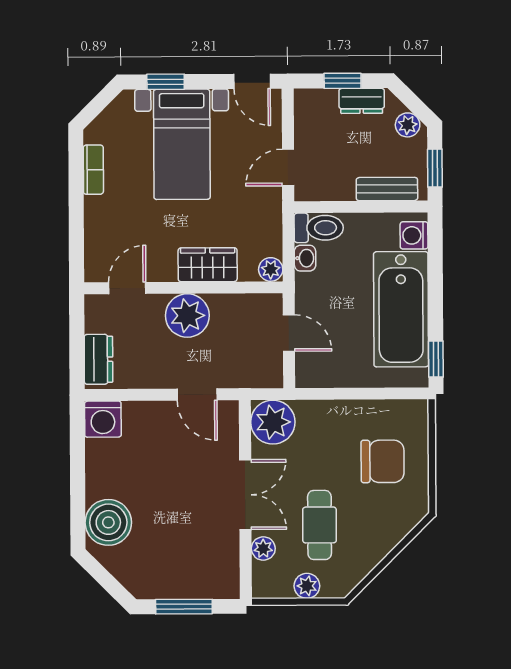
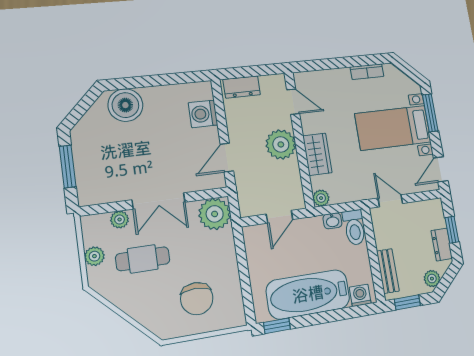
window: (166, 82) -> (430, 113), width x1.50
washing machine: (103, 419) -> (203, 114), moved

